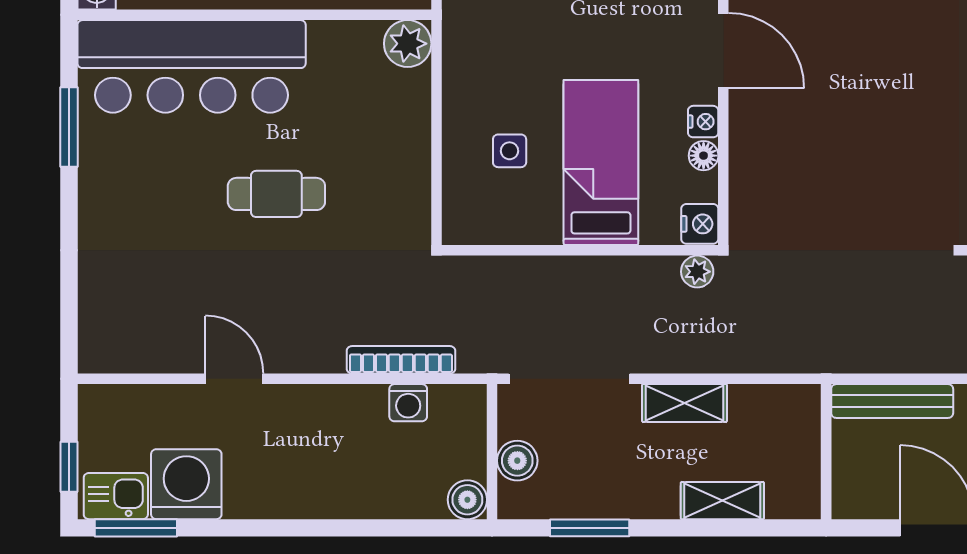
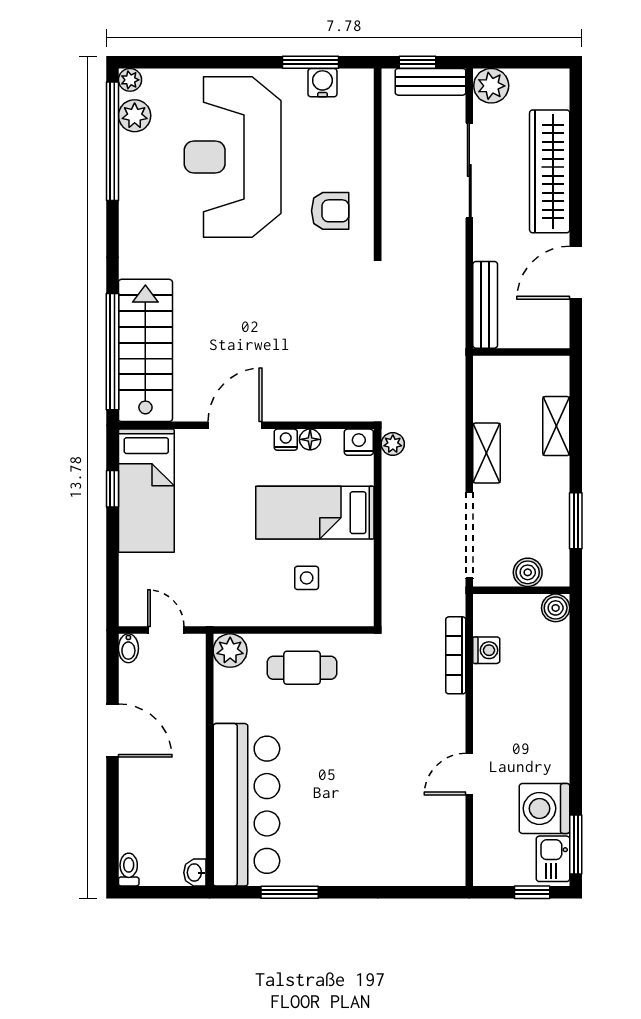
cafe table: (276, 194) -> (302, 668), moved, turned 90

